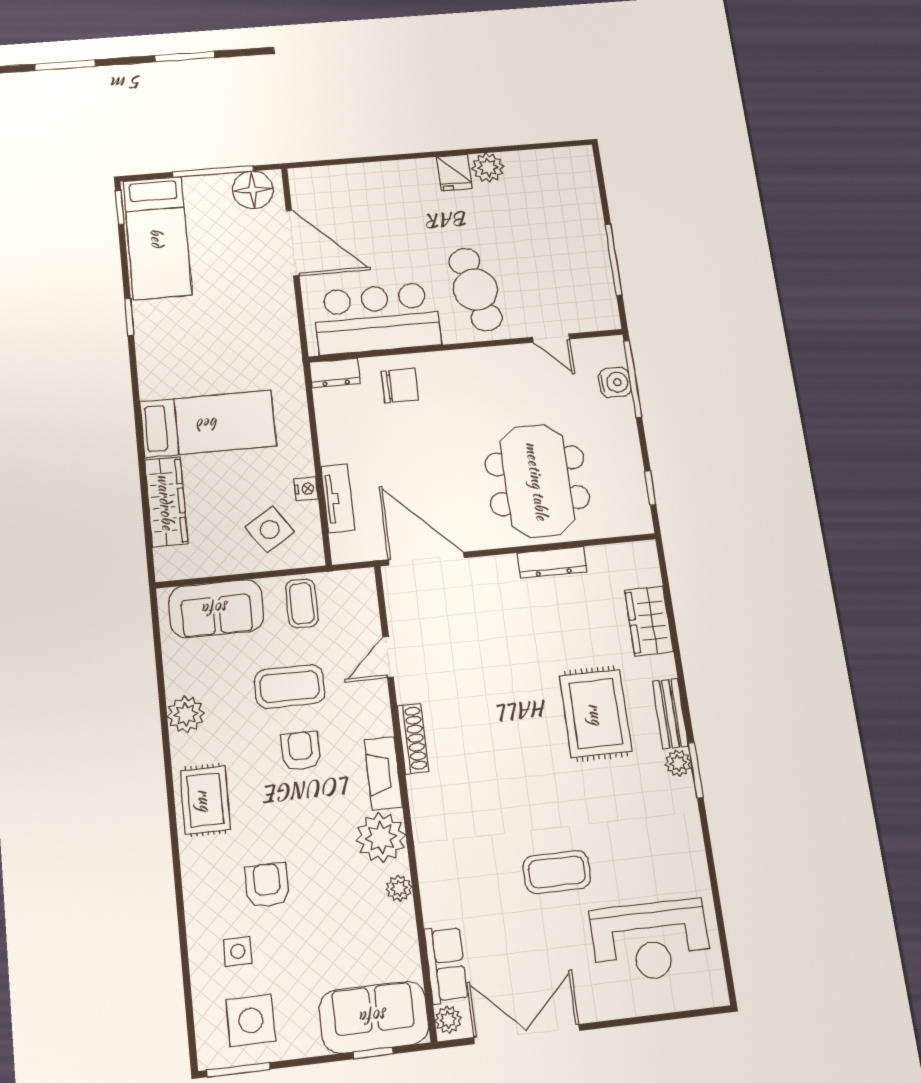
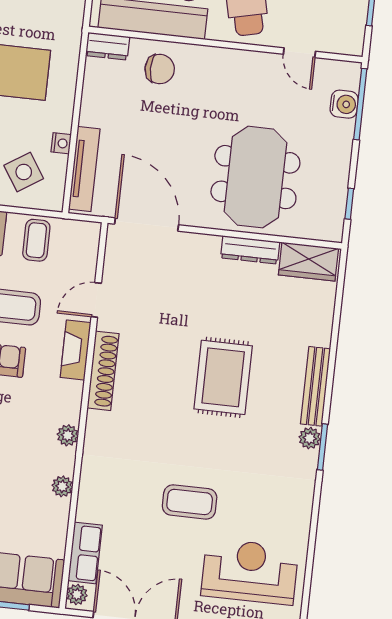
tv unit: (338, 498) -> (84, 169), width x1.41
wardrobe: (649, 621) -> (308, 262), moved, turned -90
bench: (670, 713) -> (315, 386), width x1.36
rug: (596, 714) -> (223, 377), moved
shoe rack: (413, 738) -> (103, 371), width x1.36, depth x1.24
fireplace: (383, 773) -> (76, 350), moved
plant: (381, 838) -> (68, 435), width x0.53, depth x0.53
reception desk: (651, 941) -> (250, 572), turned 180

